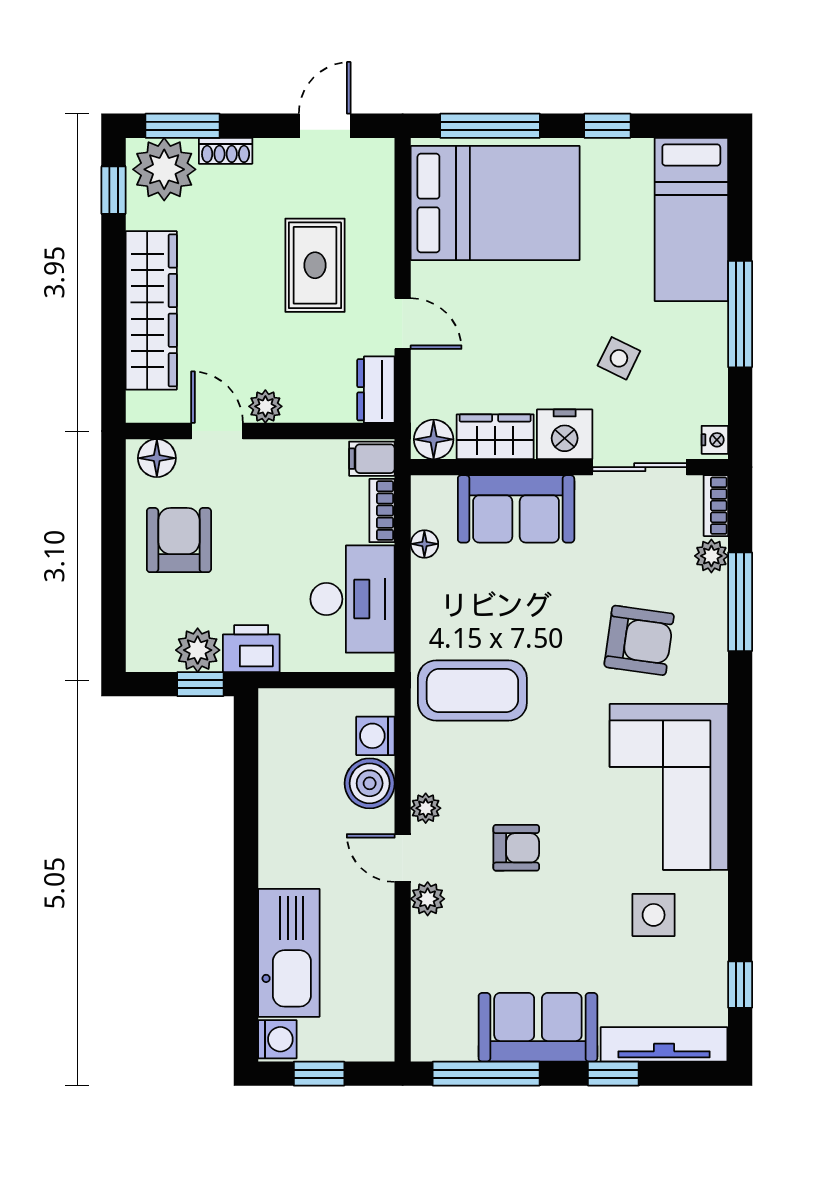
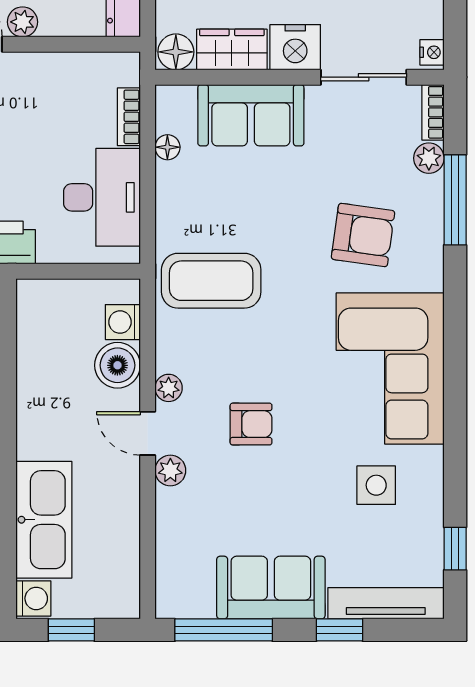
filing cabinet: (372, 459) -> (120, 69), removed

